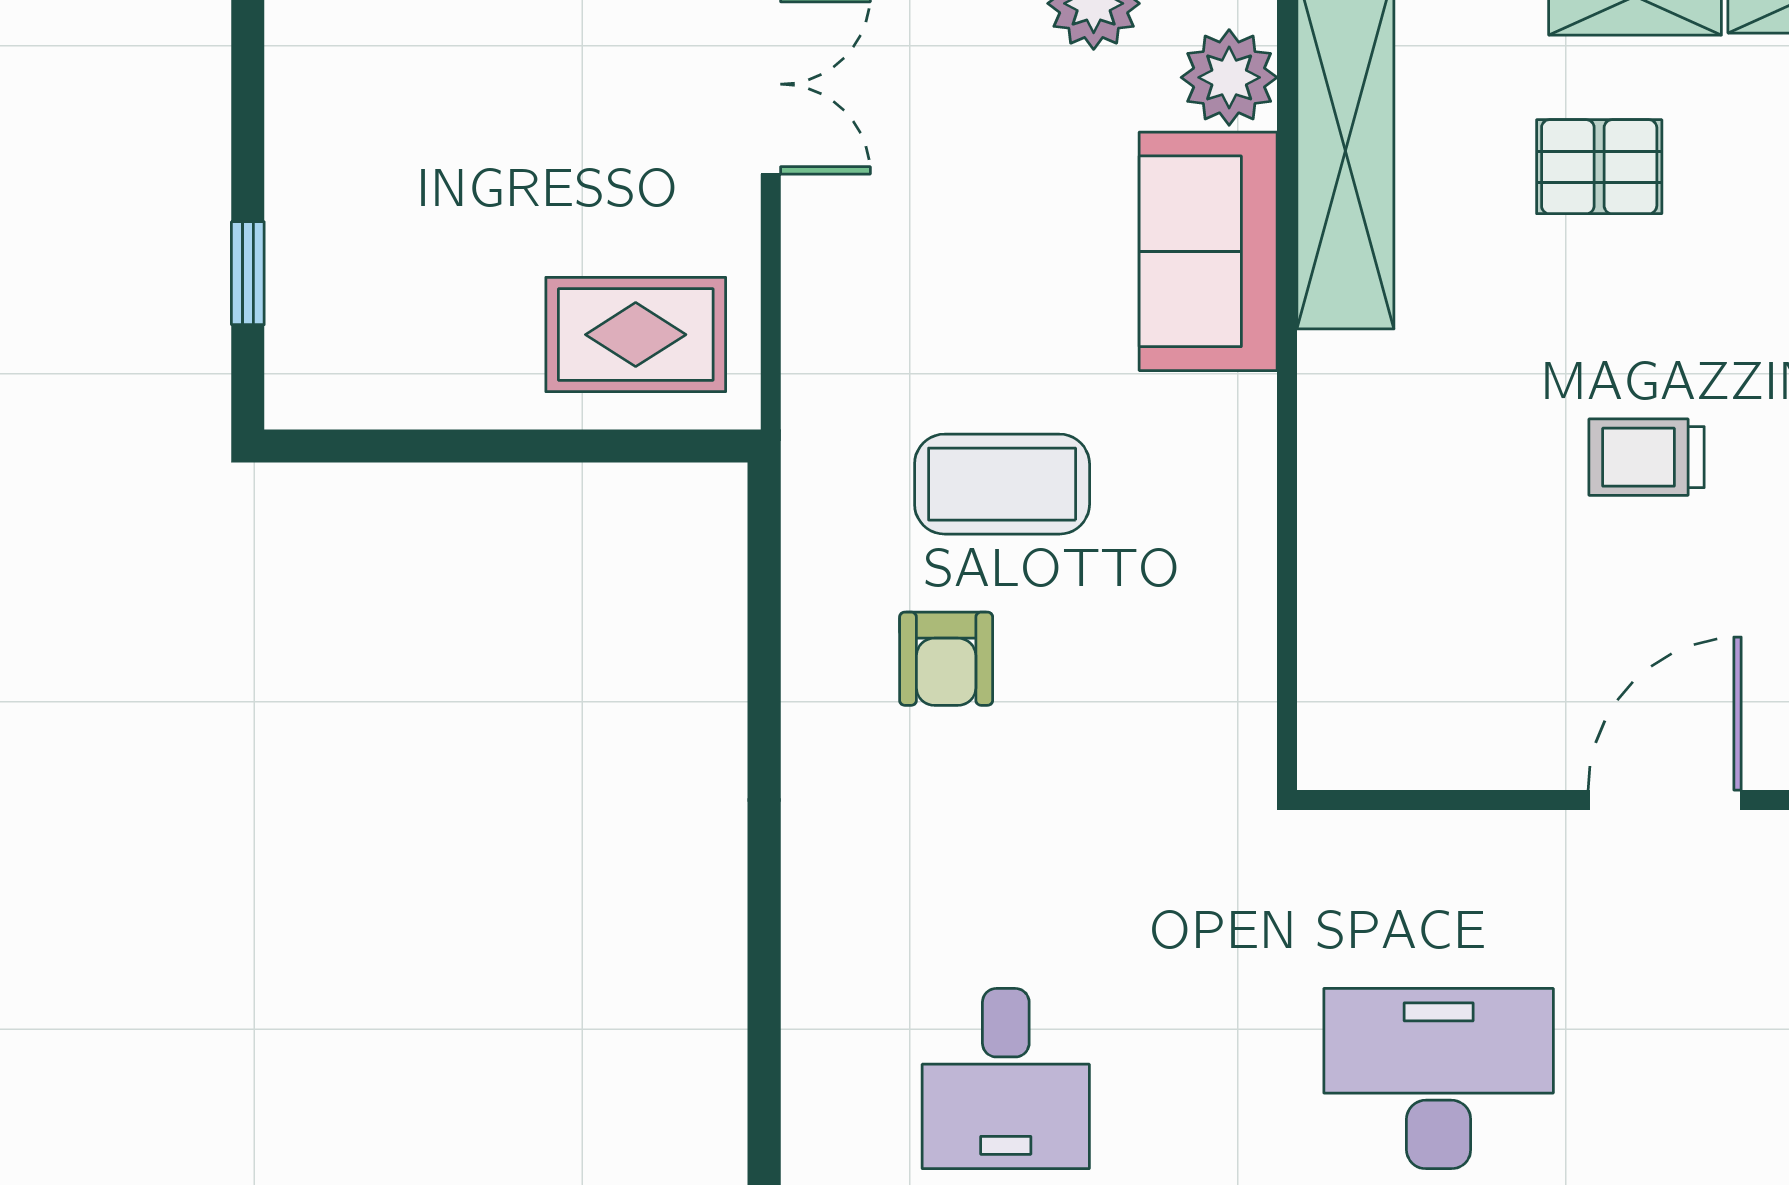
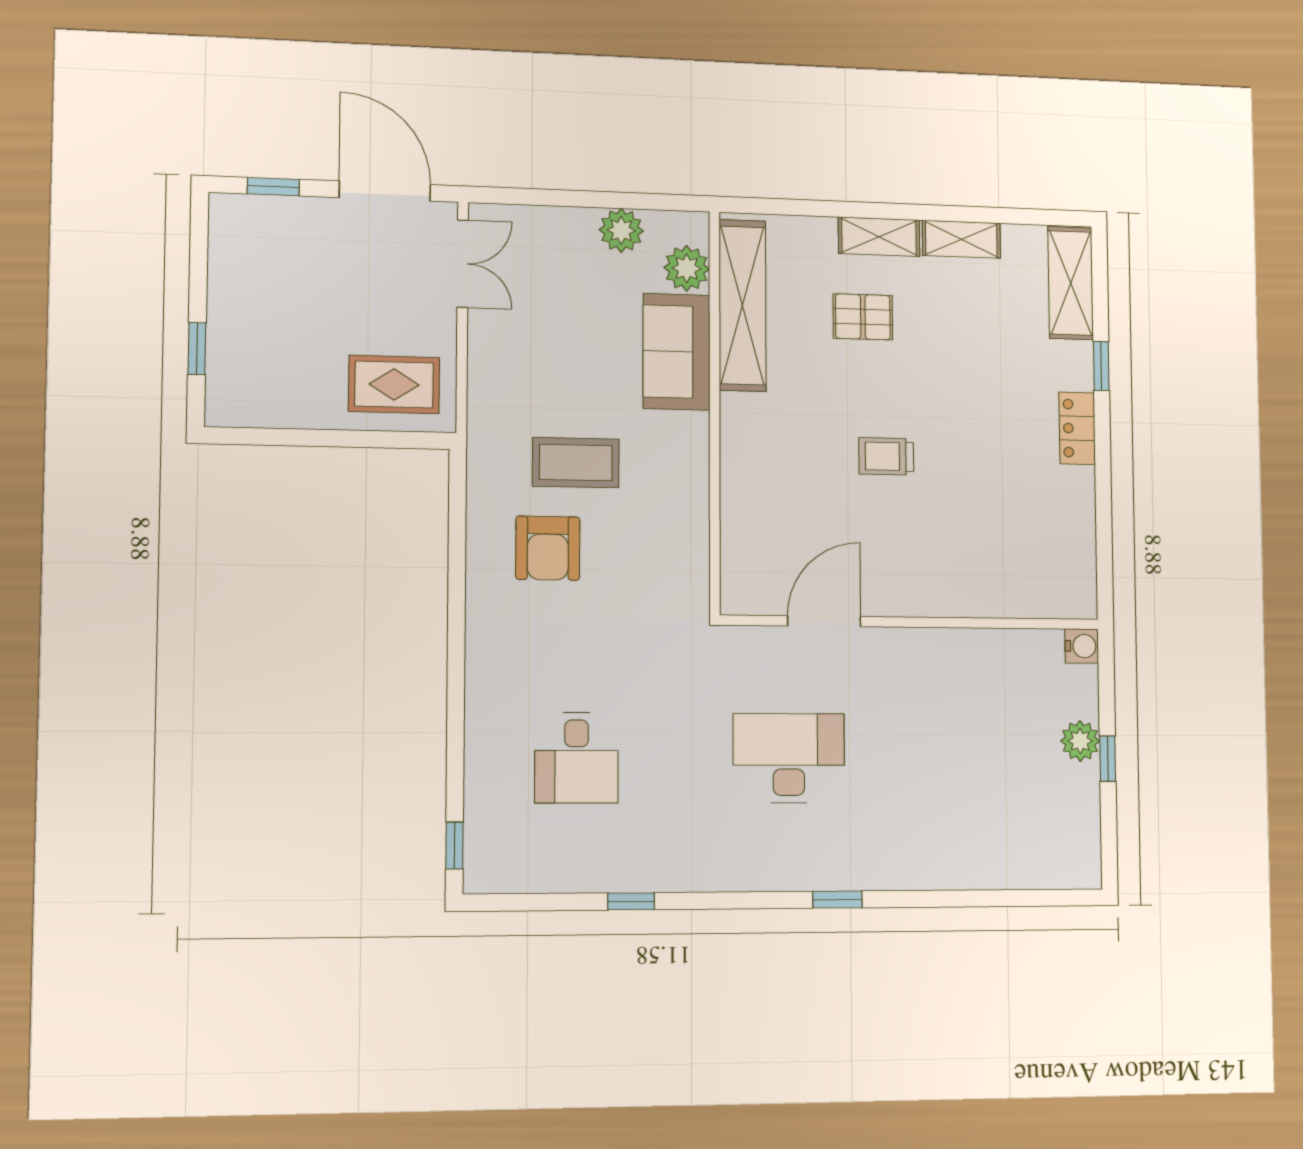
armchair: (946, 659) -> (548, 548), width x1.38, depth x1.38
door: (1665, 800) -> (824, 621), moved

